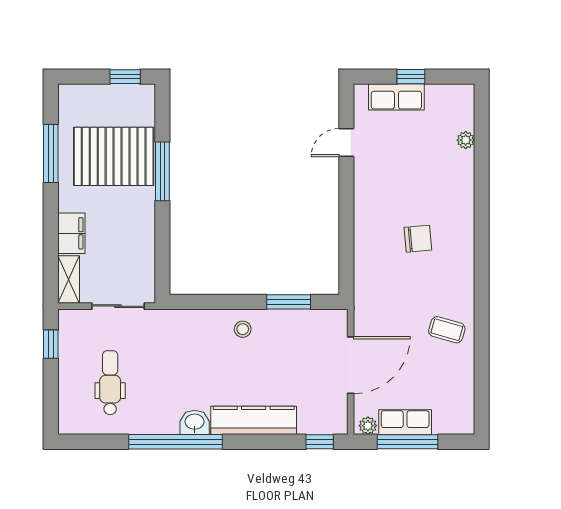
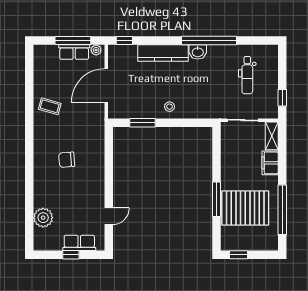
plant: (466, 140) -> (43, 218), width x1.88, depth x1.88
window: (51, 153) -> (282, 210), width x1.46

